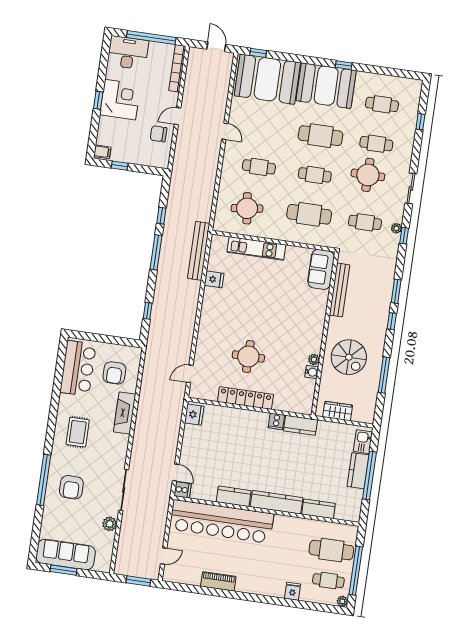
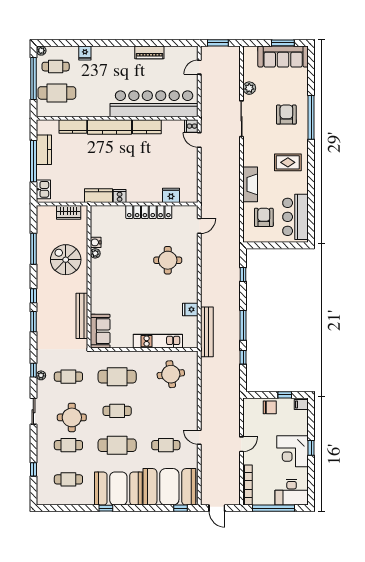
chair: (158, 134) -> (270, 407), moved
cafe table: (259, 167) -> (166, 445), moved
round table: (248, 356) -> (168, 260), moved
fridge: (194, 415) -> (171, 195), moved, turned 90
rug: (78, 432) -> (288, 162), turned 90
kitchen counter: (358, 471) -> (44, 150), moved

